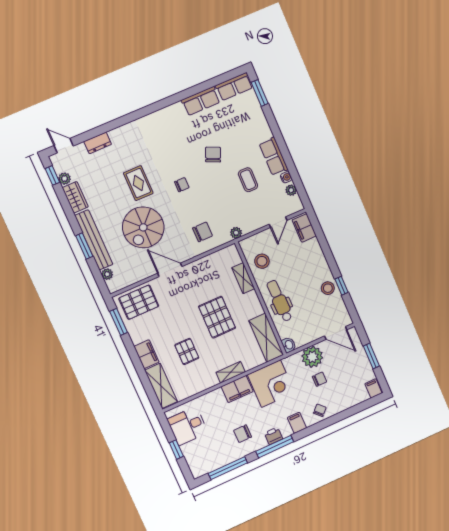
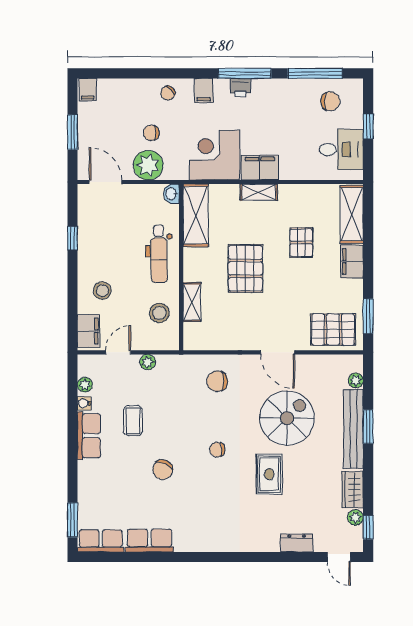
plant: (236, 233) -> (148, 362), moved
stool: (328, 288) -> (102, 291), moved
chair: (243, 434) -> (330, 101), moved

